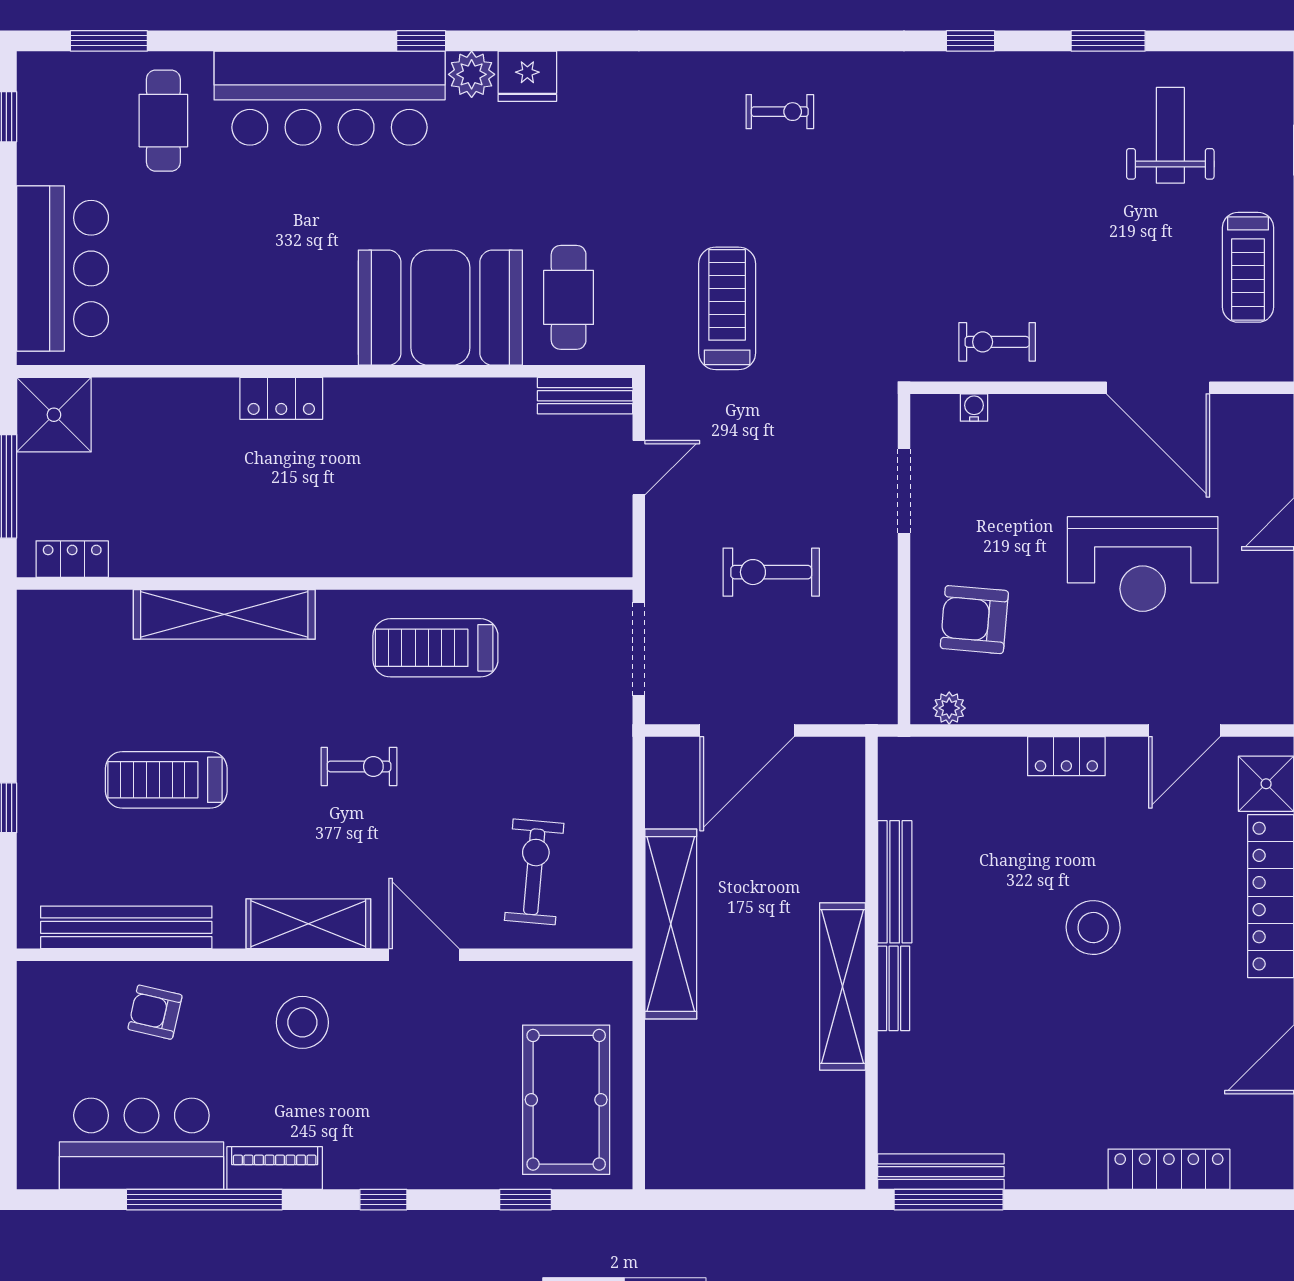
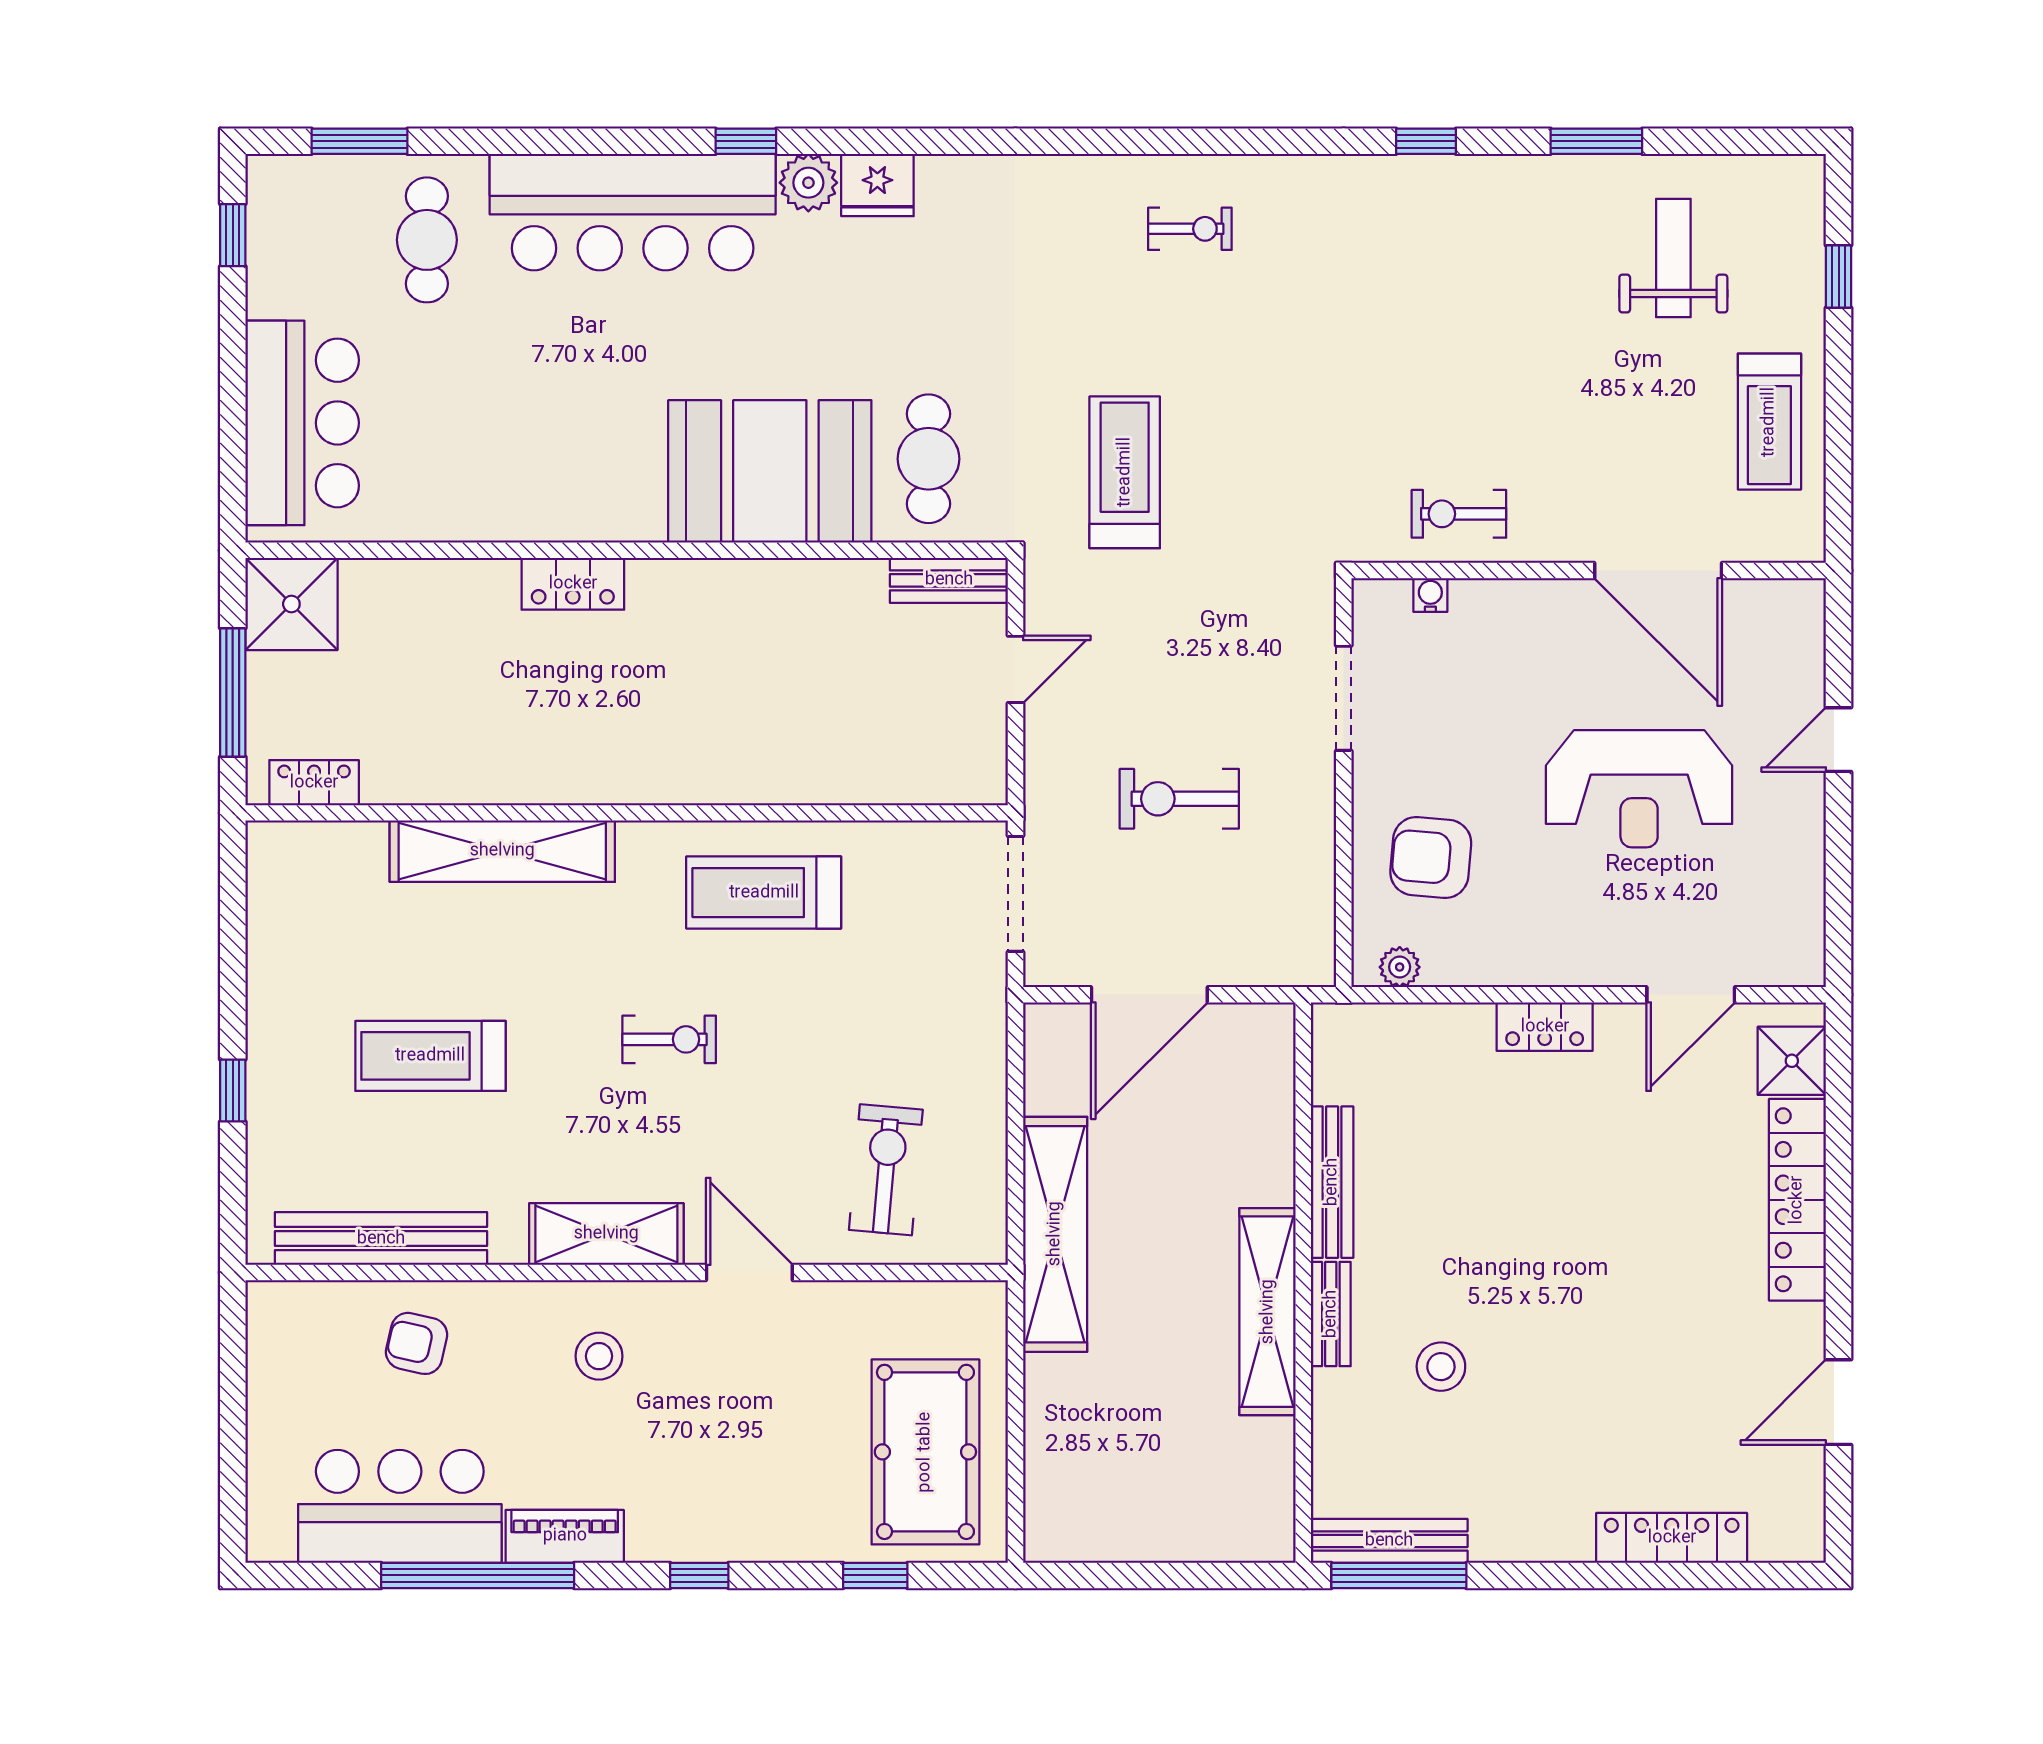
stool: (1093, 928) -> (1441, 1367), moved, width x0.73, depth x0.73
stool: (302, 1022) -> (599, 1356), width x0.73, depth x0.73

